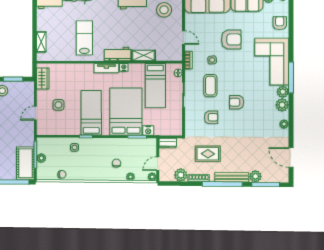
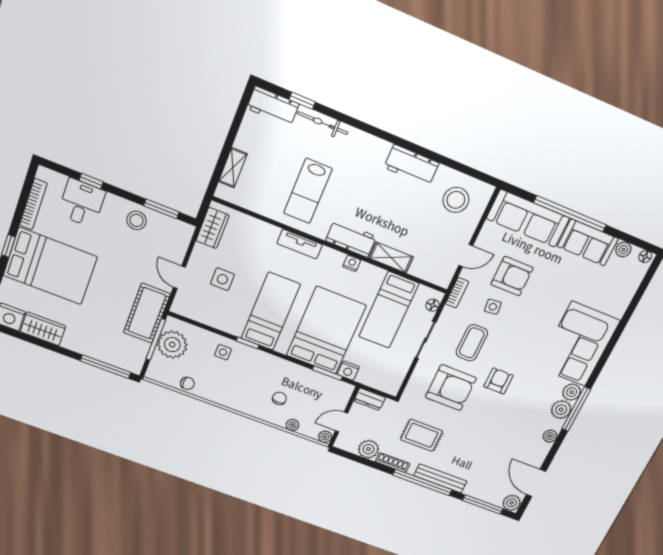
armchair: (280, 23) -> (619, 294), removed
lab bench: (84, 38) -> (308, 191), turned 180
door: (183, 38) -> (466, 256), hinge flipped
armchair: (231, 39) -> (512, 276), moved
tv unit: (106, 68) -> (300, 244), moved
window: (291, 77) -> (576, 409), moved
armchair: (237, 102) -> (498, 381), turned 90
door: (35, 113) -> (179, 277), hinge flipped
armchair: (211, 117) -> (451, 388), width x1.88, depth x1.88
plant: (41, 158) -> (172, 345), width x1.88, depth x1.88
cot: (25, 163) -> (147, 313), moved
plant: (255, 176) -> (512, 503), moved

